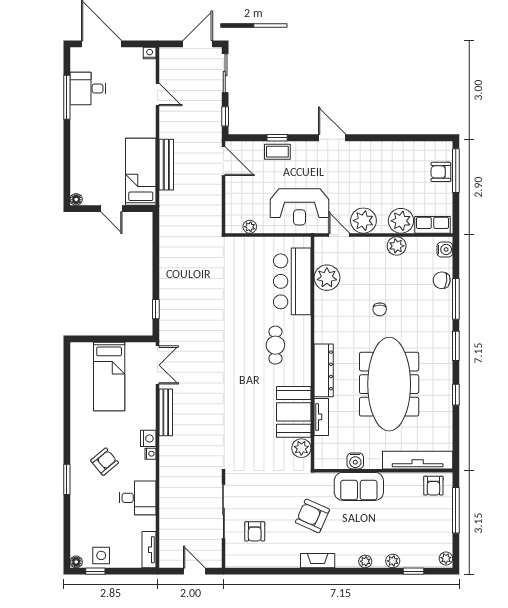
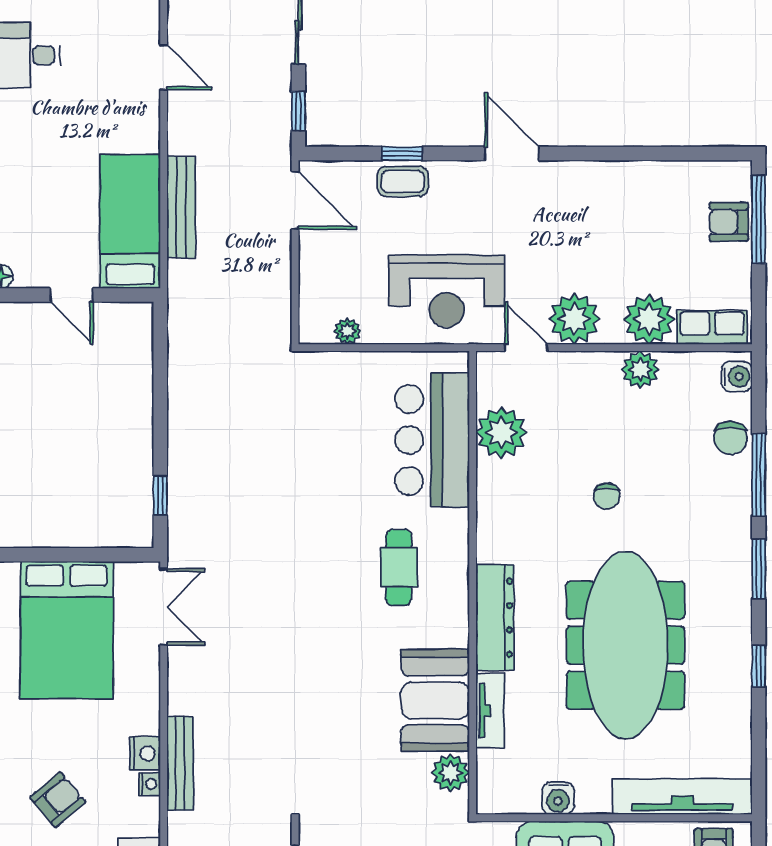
chair: (442, 280) -> (730, 438), turned -97
bed: (109, 377) -> (67, 630), width x1.50
bench: (166, 412) -> (180, 763), moved

